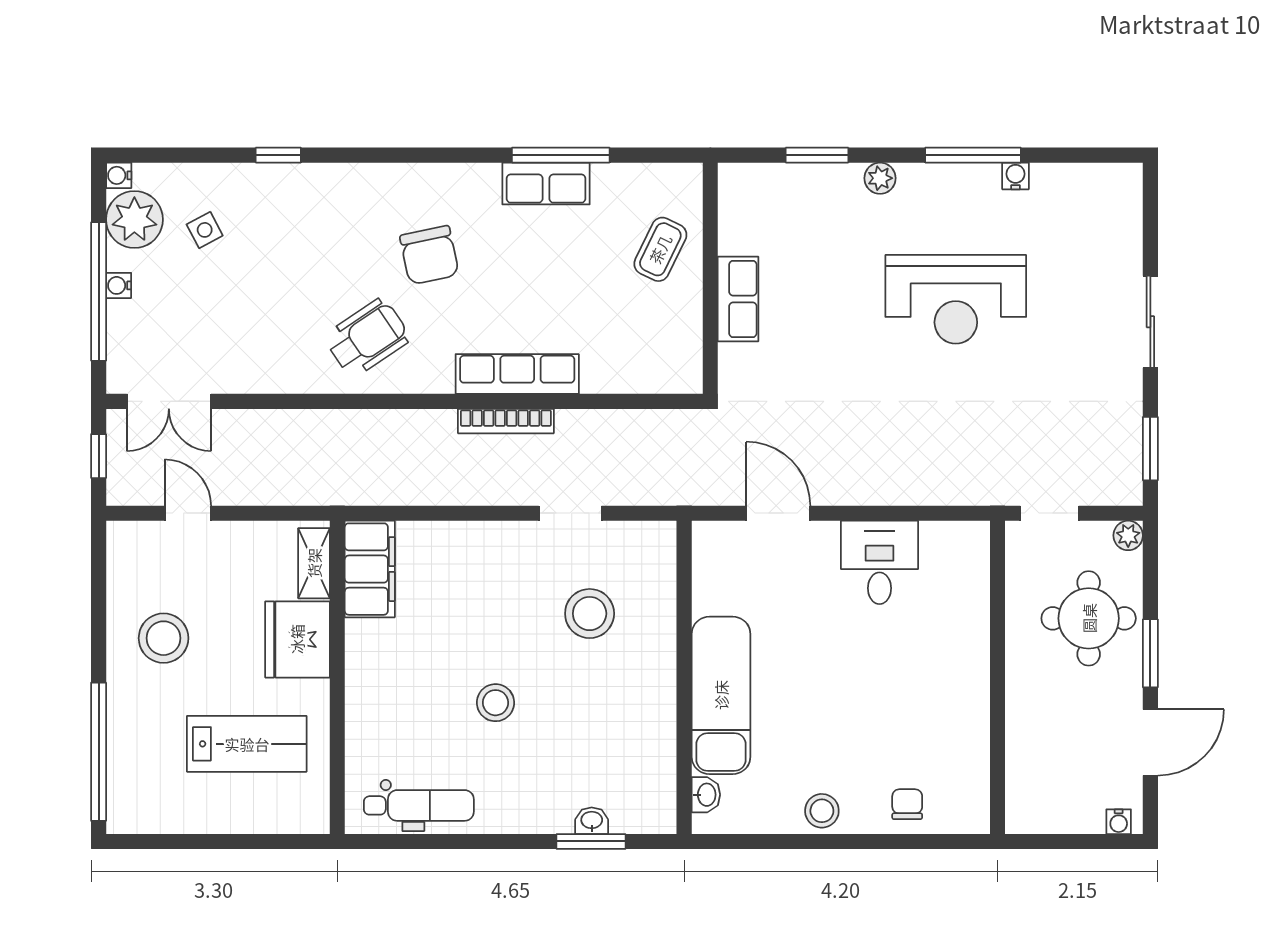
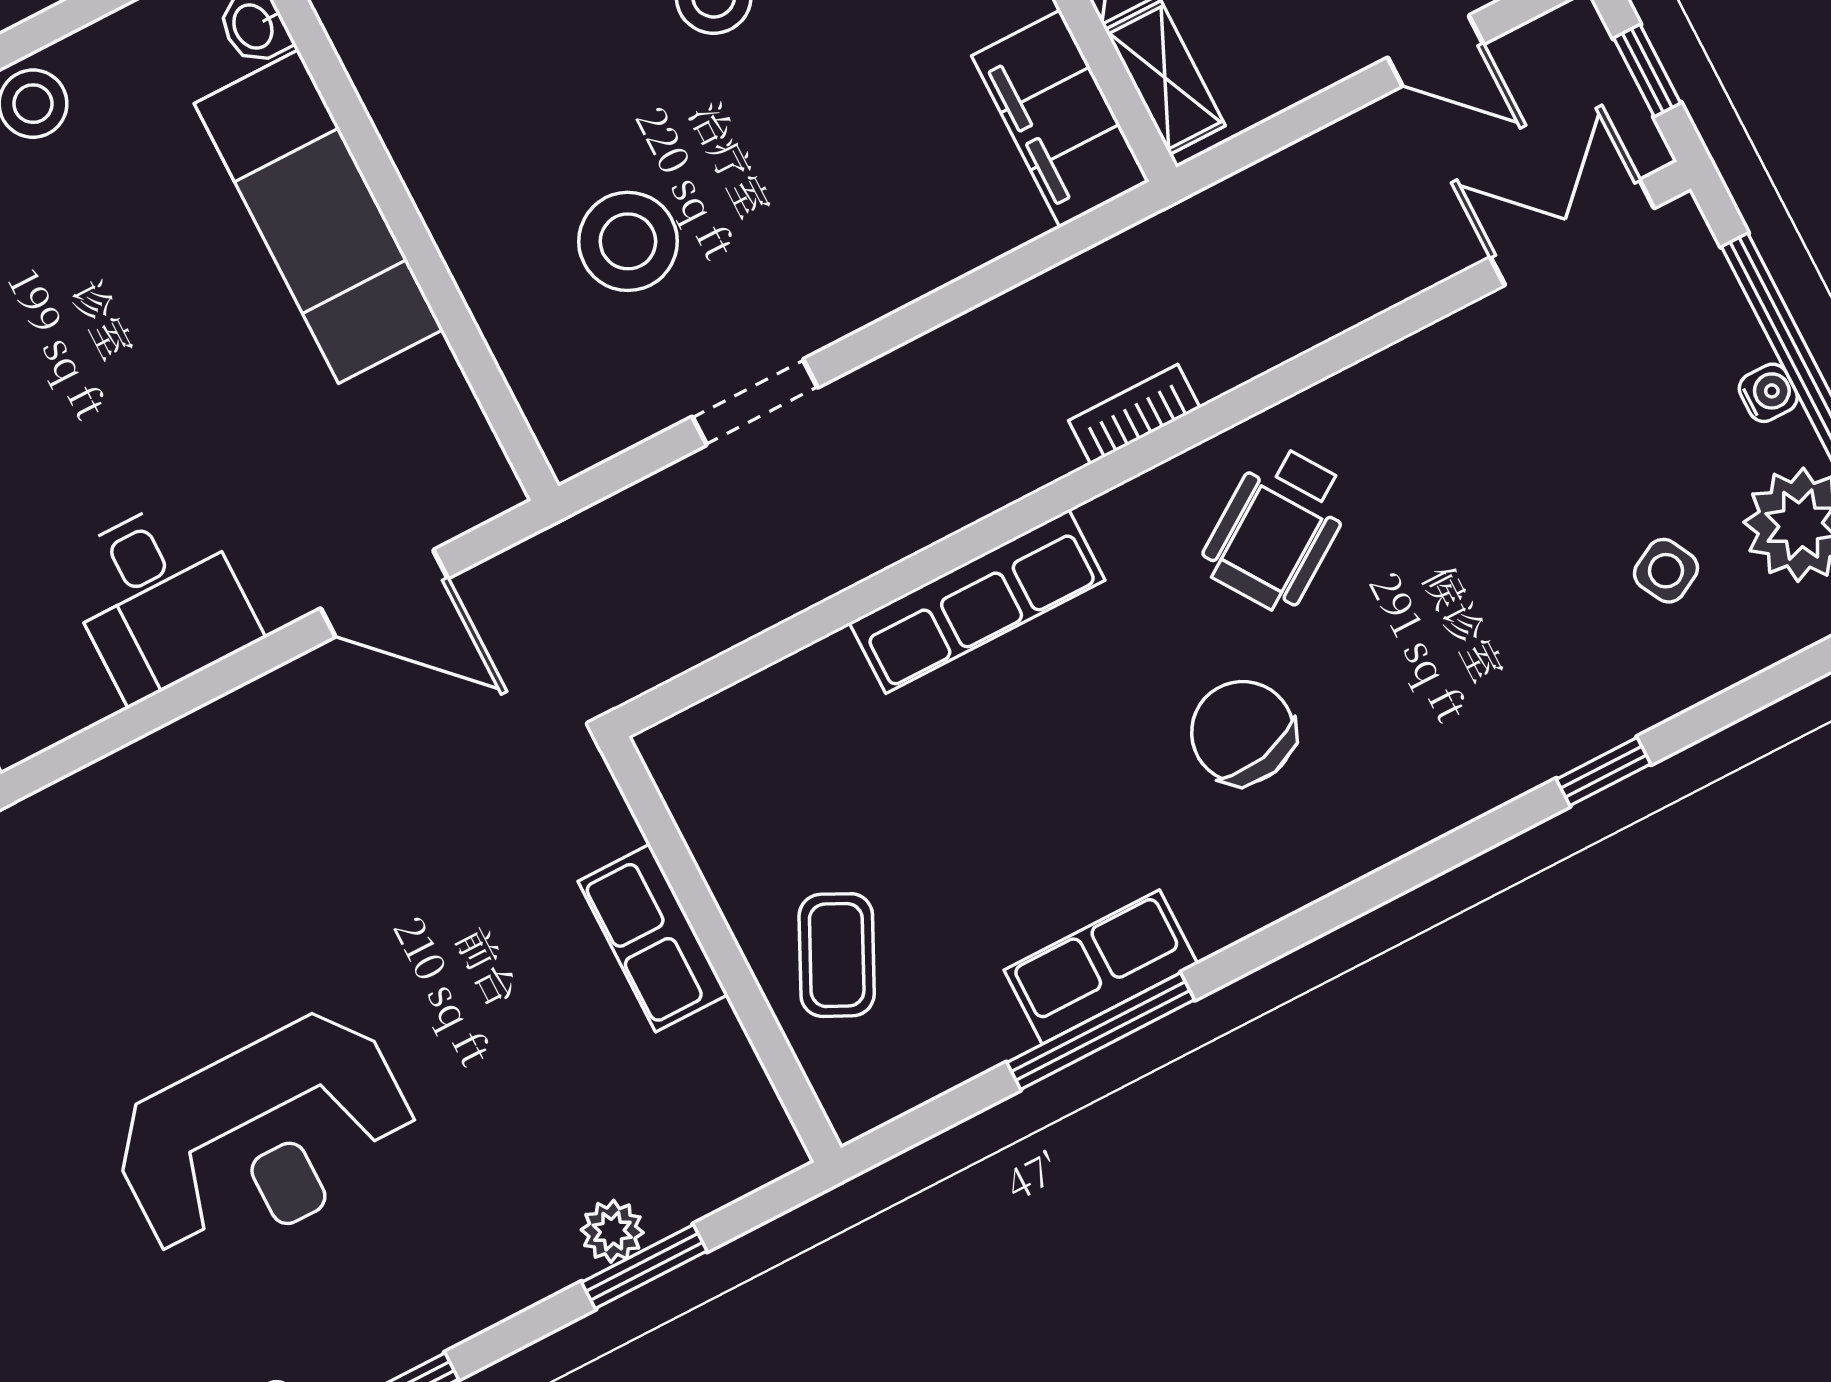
plant: (880, 178) -> (612, 1231), moved
reception desk: (956, 299) -> (265, 1138), turned 180
bookcase: (506, 421) -> (1134, 414), moved, width x0.64

